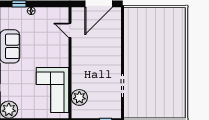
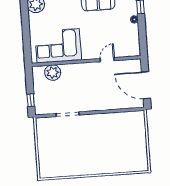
door: (70, 30) -> (107, 60), moved

